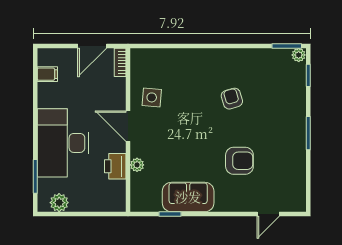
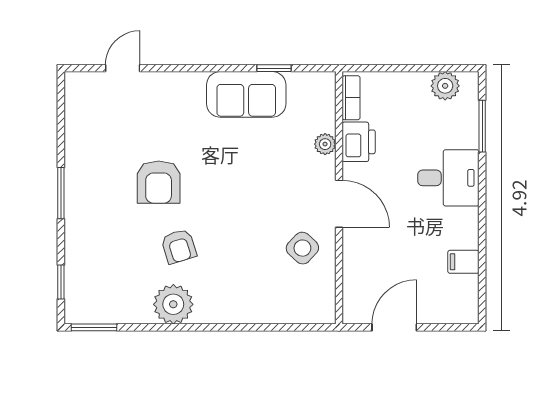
plant: (299, 55) -> (173, 304), moved, width x1.88, depth x1.88
bookcase: (120, 62) -> (351, 98), moved
filing cabinet: (47, 74) -> (463, 262), moved
side table: (152, 97) -> (302, 248), turned 38
desk: (63, 143) -> (448, 178), width x0.53, depth x0.77
armchair: (239, 161) -> (159, 182), moved, turned -90

